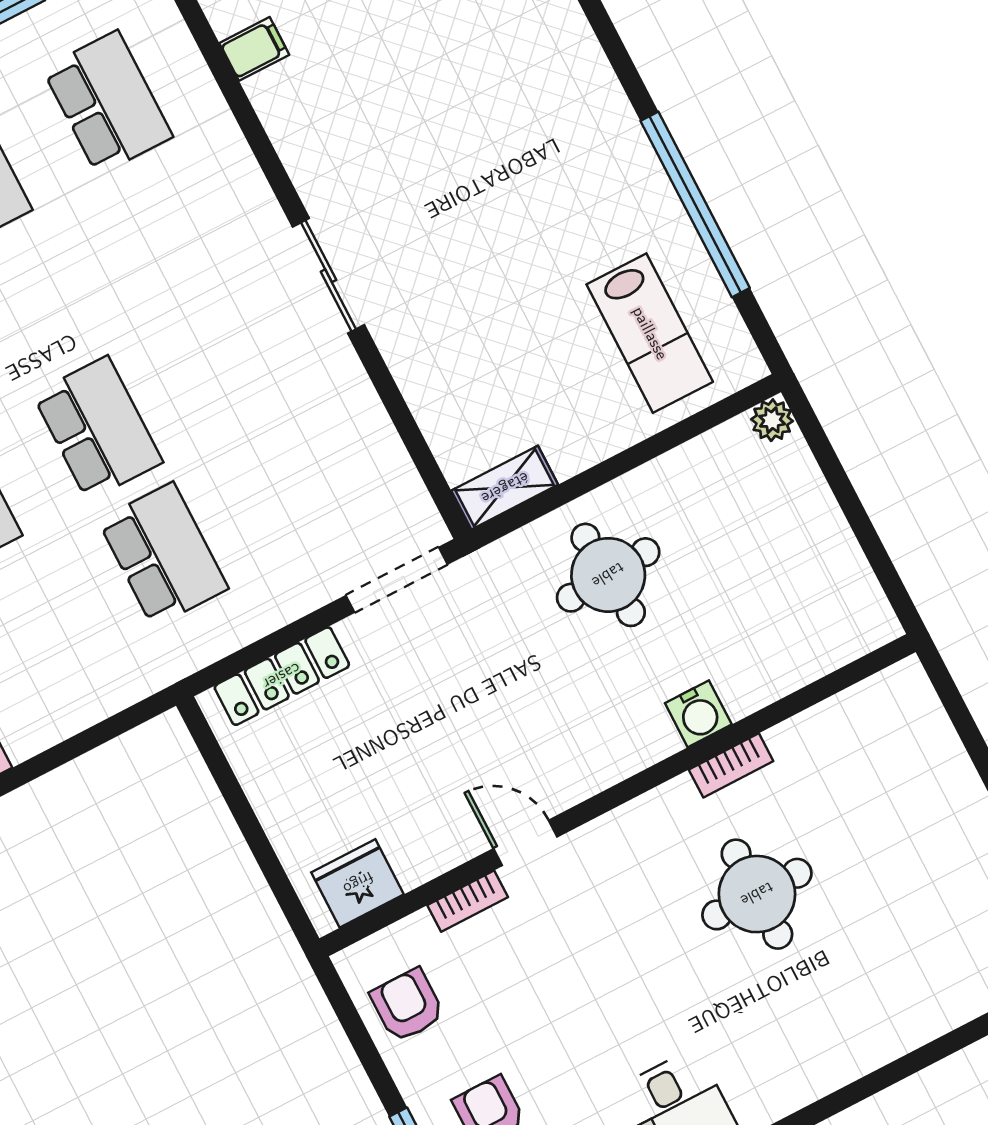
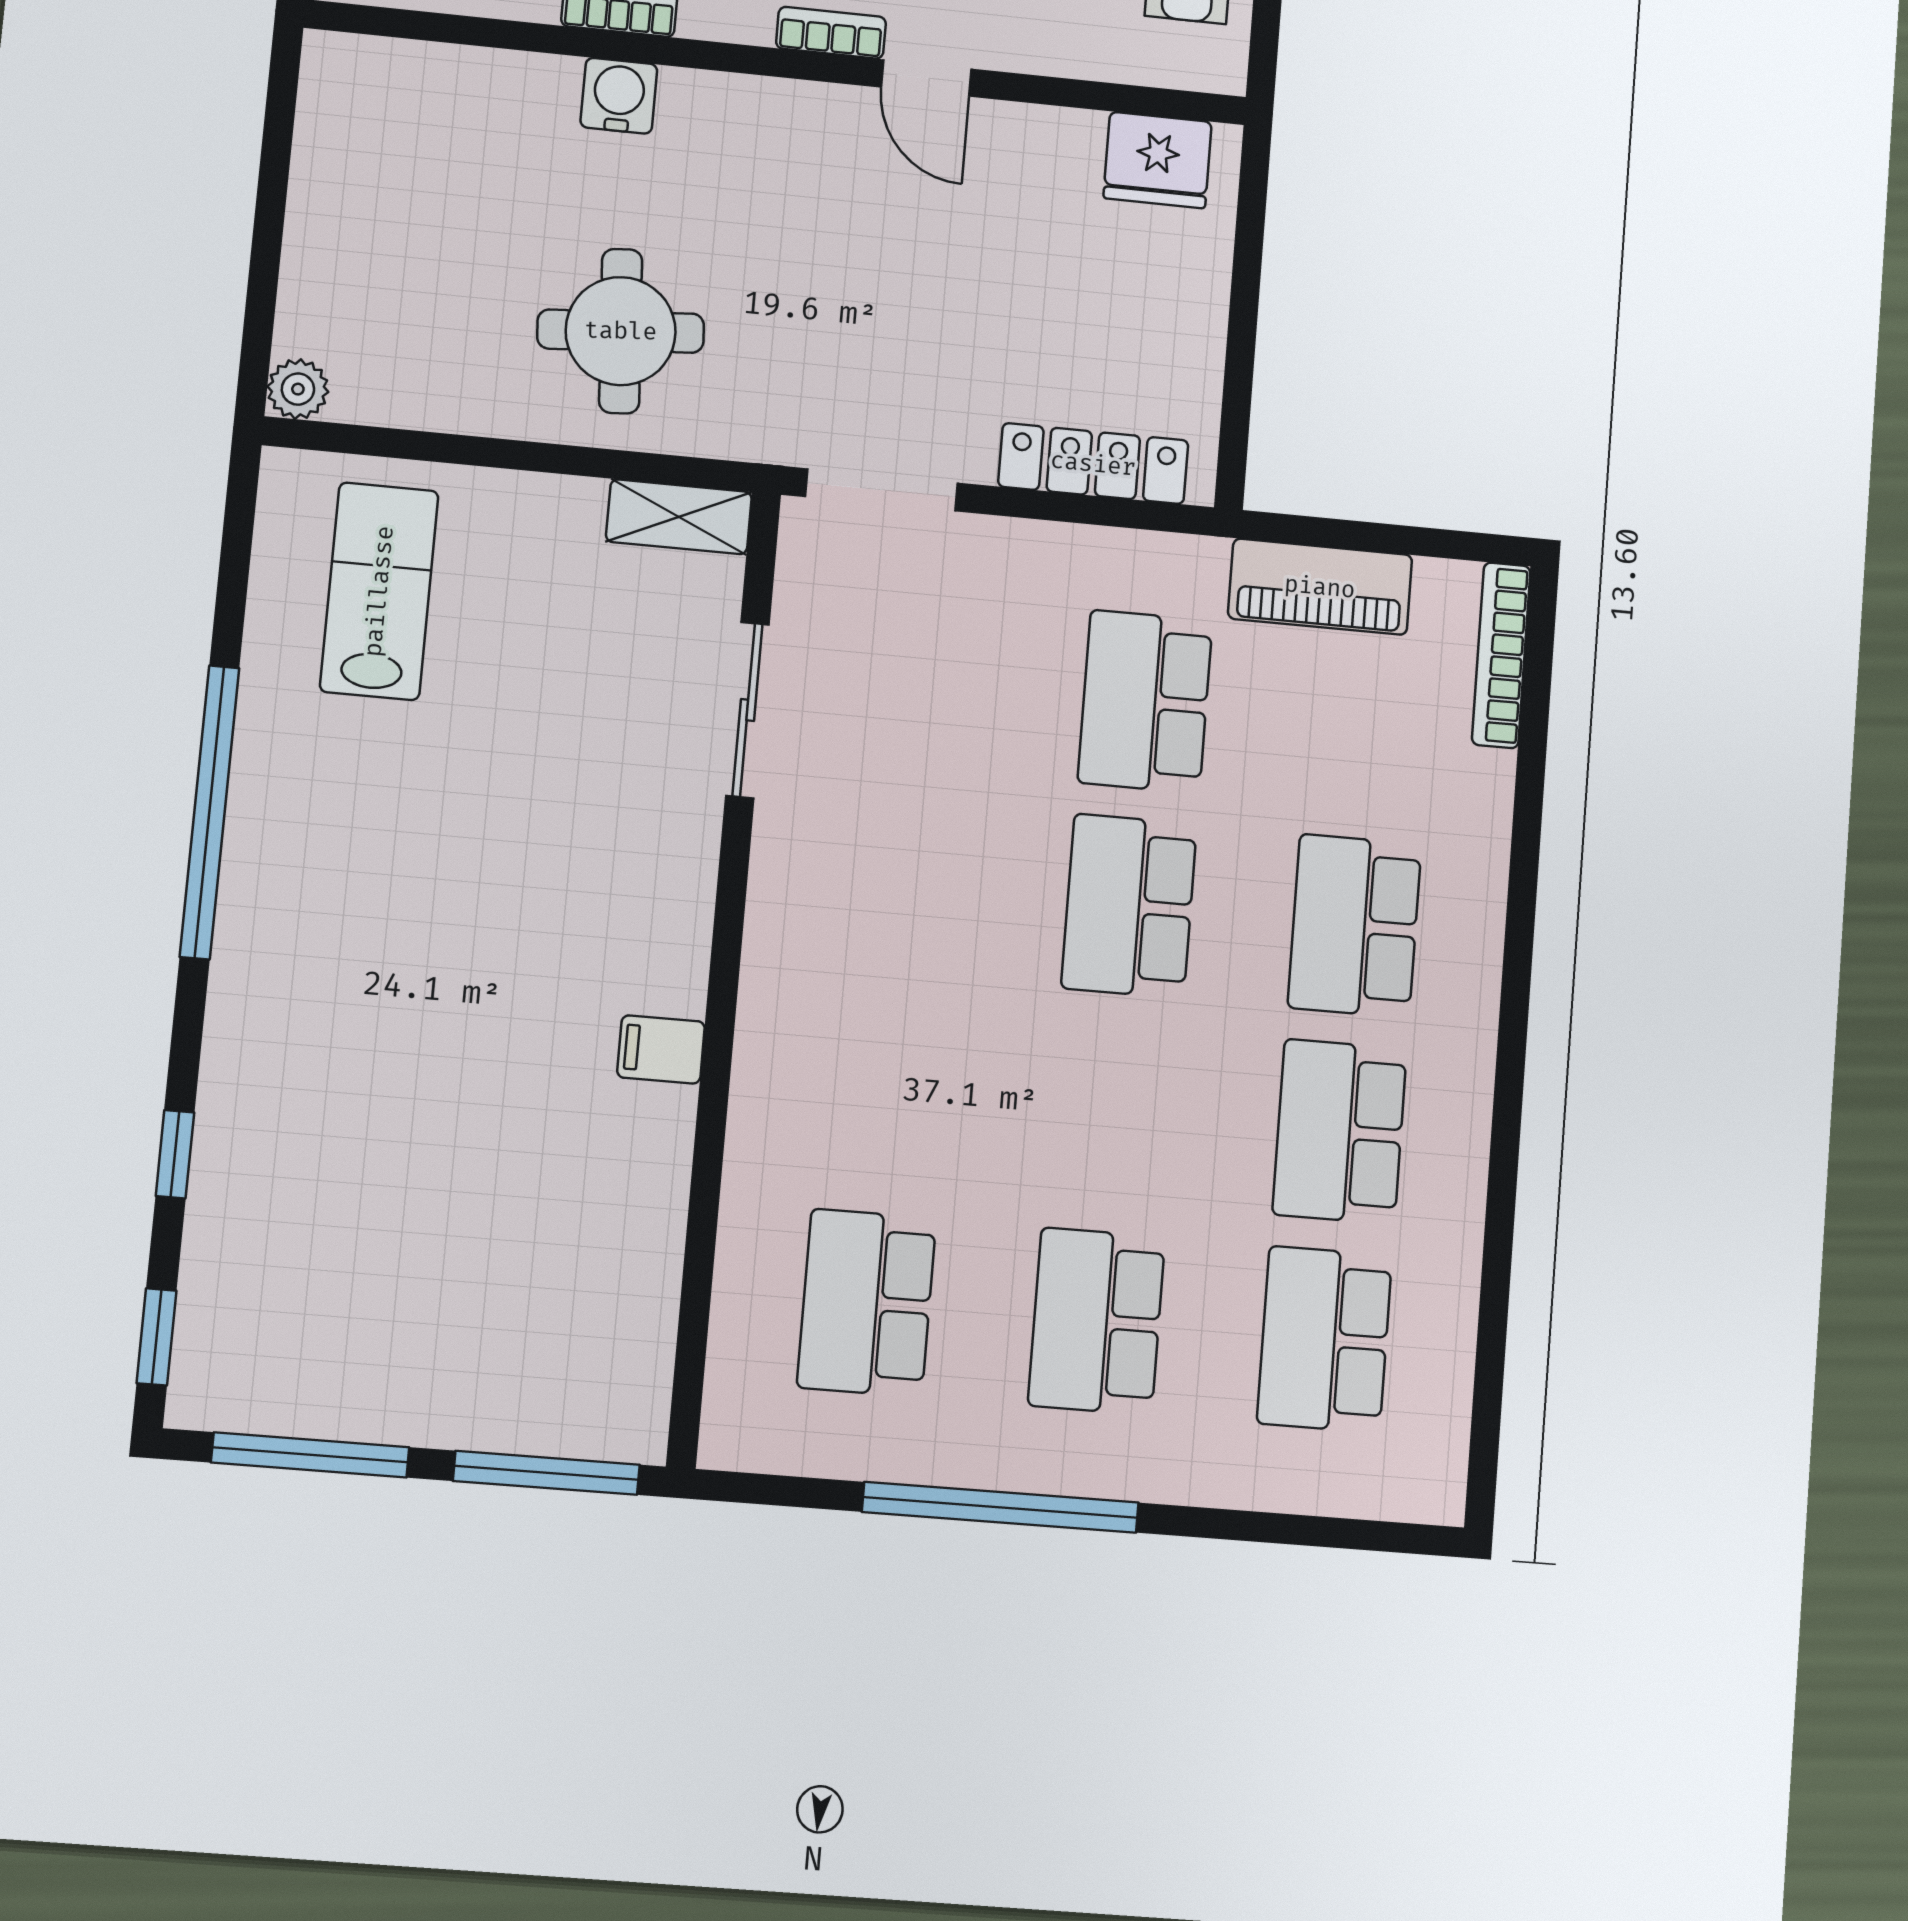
filing cabinet: (254, 49) -> (661, 1049), moved
window: (695, 204) -> (209, 812), moved
sliding door: (328, 276) -> (747, 710), moved
piano: (101, 689) -> (1320, 587), added
bookcase: (468, 901) -> (831, 33), moved

